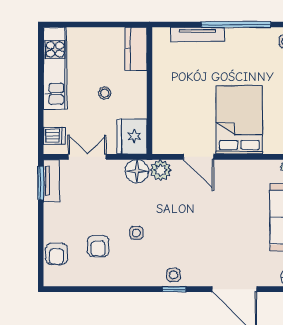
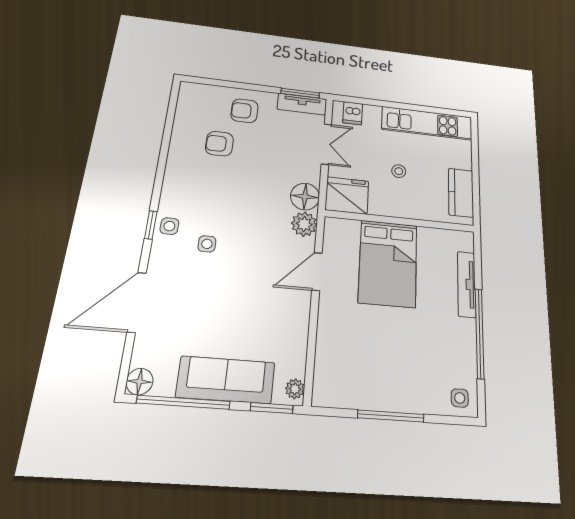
kitchen counter: (136, 49) -> (461, 193), moved, turned -90
bed: (239, 120) -> (388, 263), moved, turned 90
side table: (136, 233) -> (207, 244), moved
armchair: (56, 254) -> (244, 111), moved

